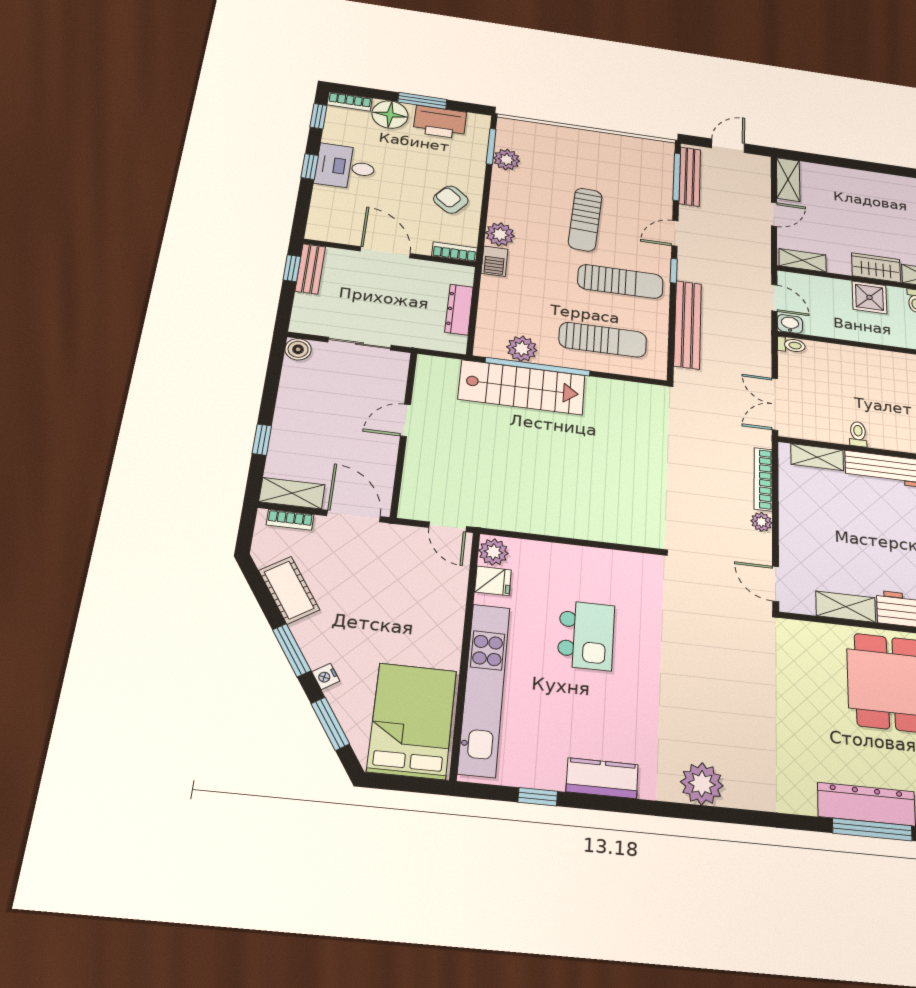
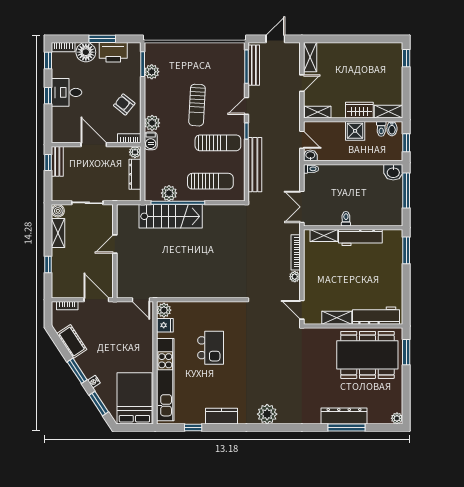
plant: (463, 275) -> (135, 152), added
shelving: (292, 493) -> (58, 233), moved, turned 90

